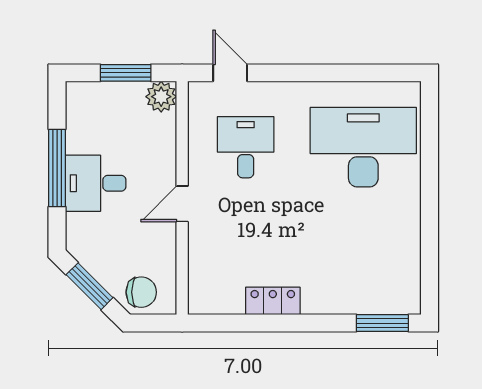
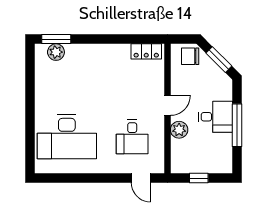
window: (126, 73) -> (199, 178), width x0.67
plant: (161, 97) -> (179, 130), moved
plant: (383, 300) -> (56, 52), added
locker: (273, 301) -> (146, 51), moved

